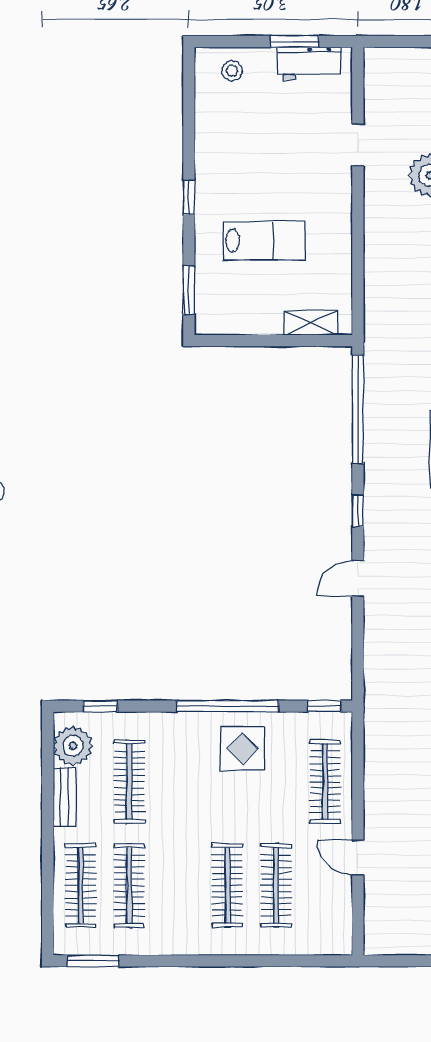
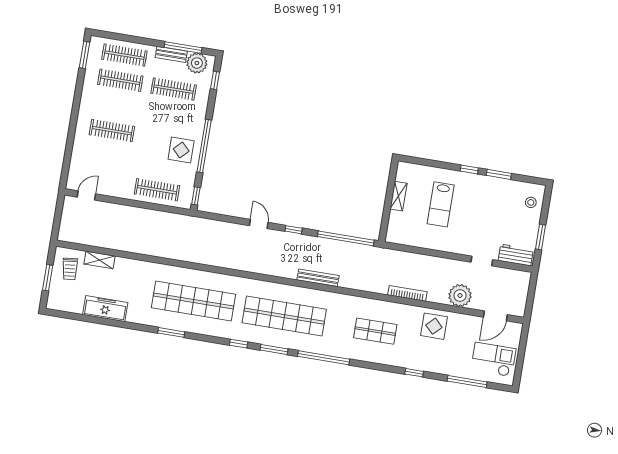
workbench: (310, 63) -> (516, 255), moved, turned 90
window: (189, 290) -> (499, 174), moved
shelving: (311, 323) -> (398, 196), moved
window: (48, 777) -> (183, 47), added
door: (358, 858) -> (86, 195), moved
clothes rail: (276, 885) -> (108, 156), removed

